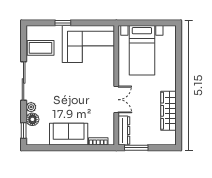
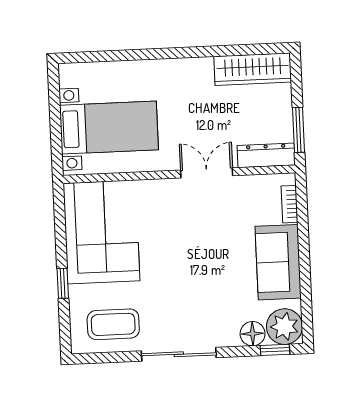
coffee table: (41, 48) -> (113, 324), turned 90
plant: (31, 107) -> (284, 327), moved, width x1.87, depth x1.87
wardrobe: (169, 111) -> (253, 69), moved

